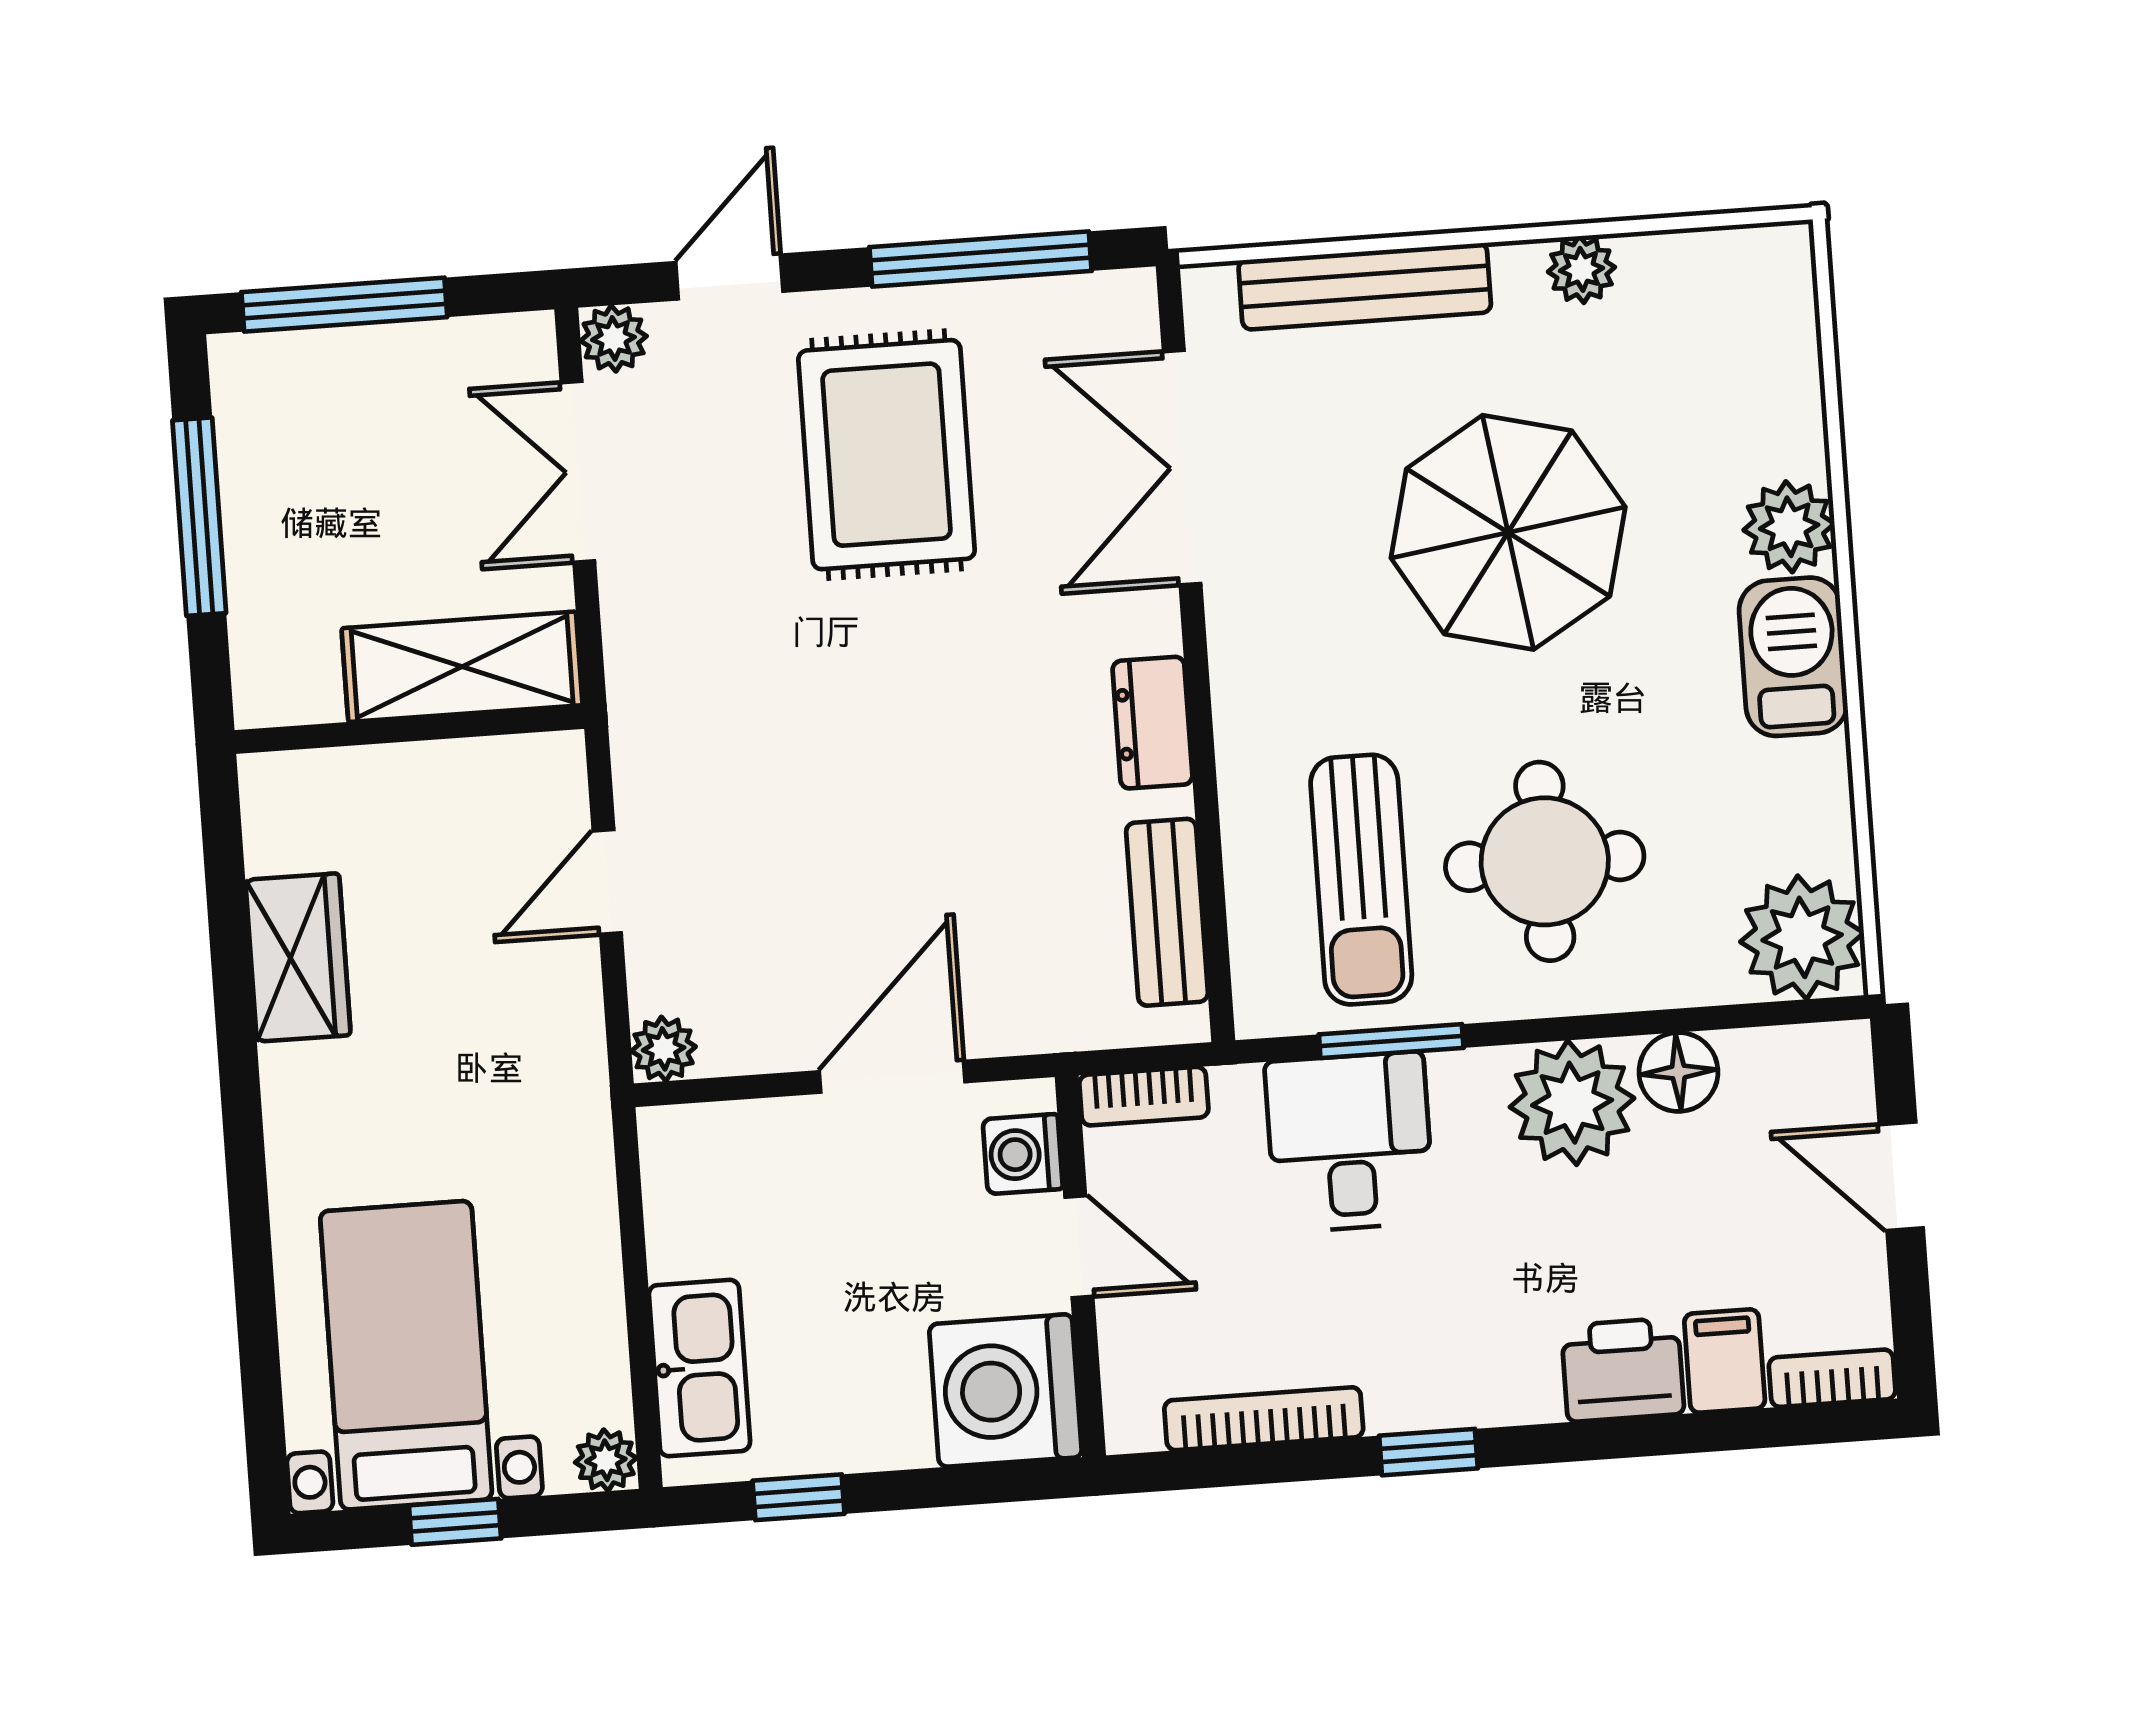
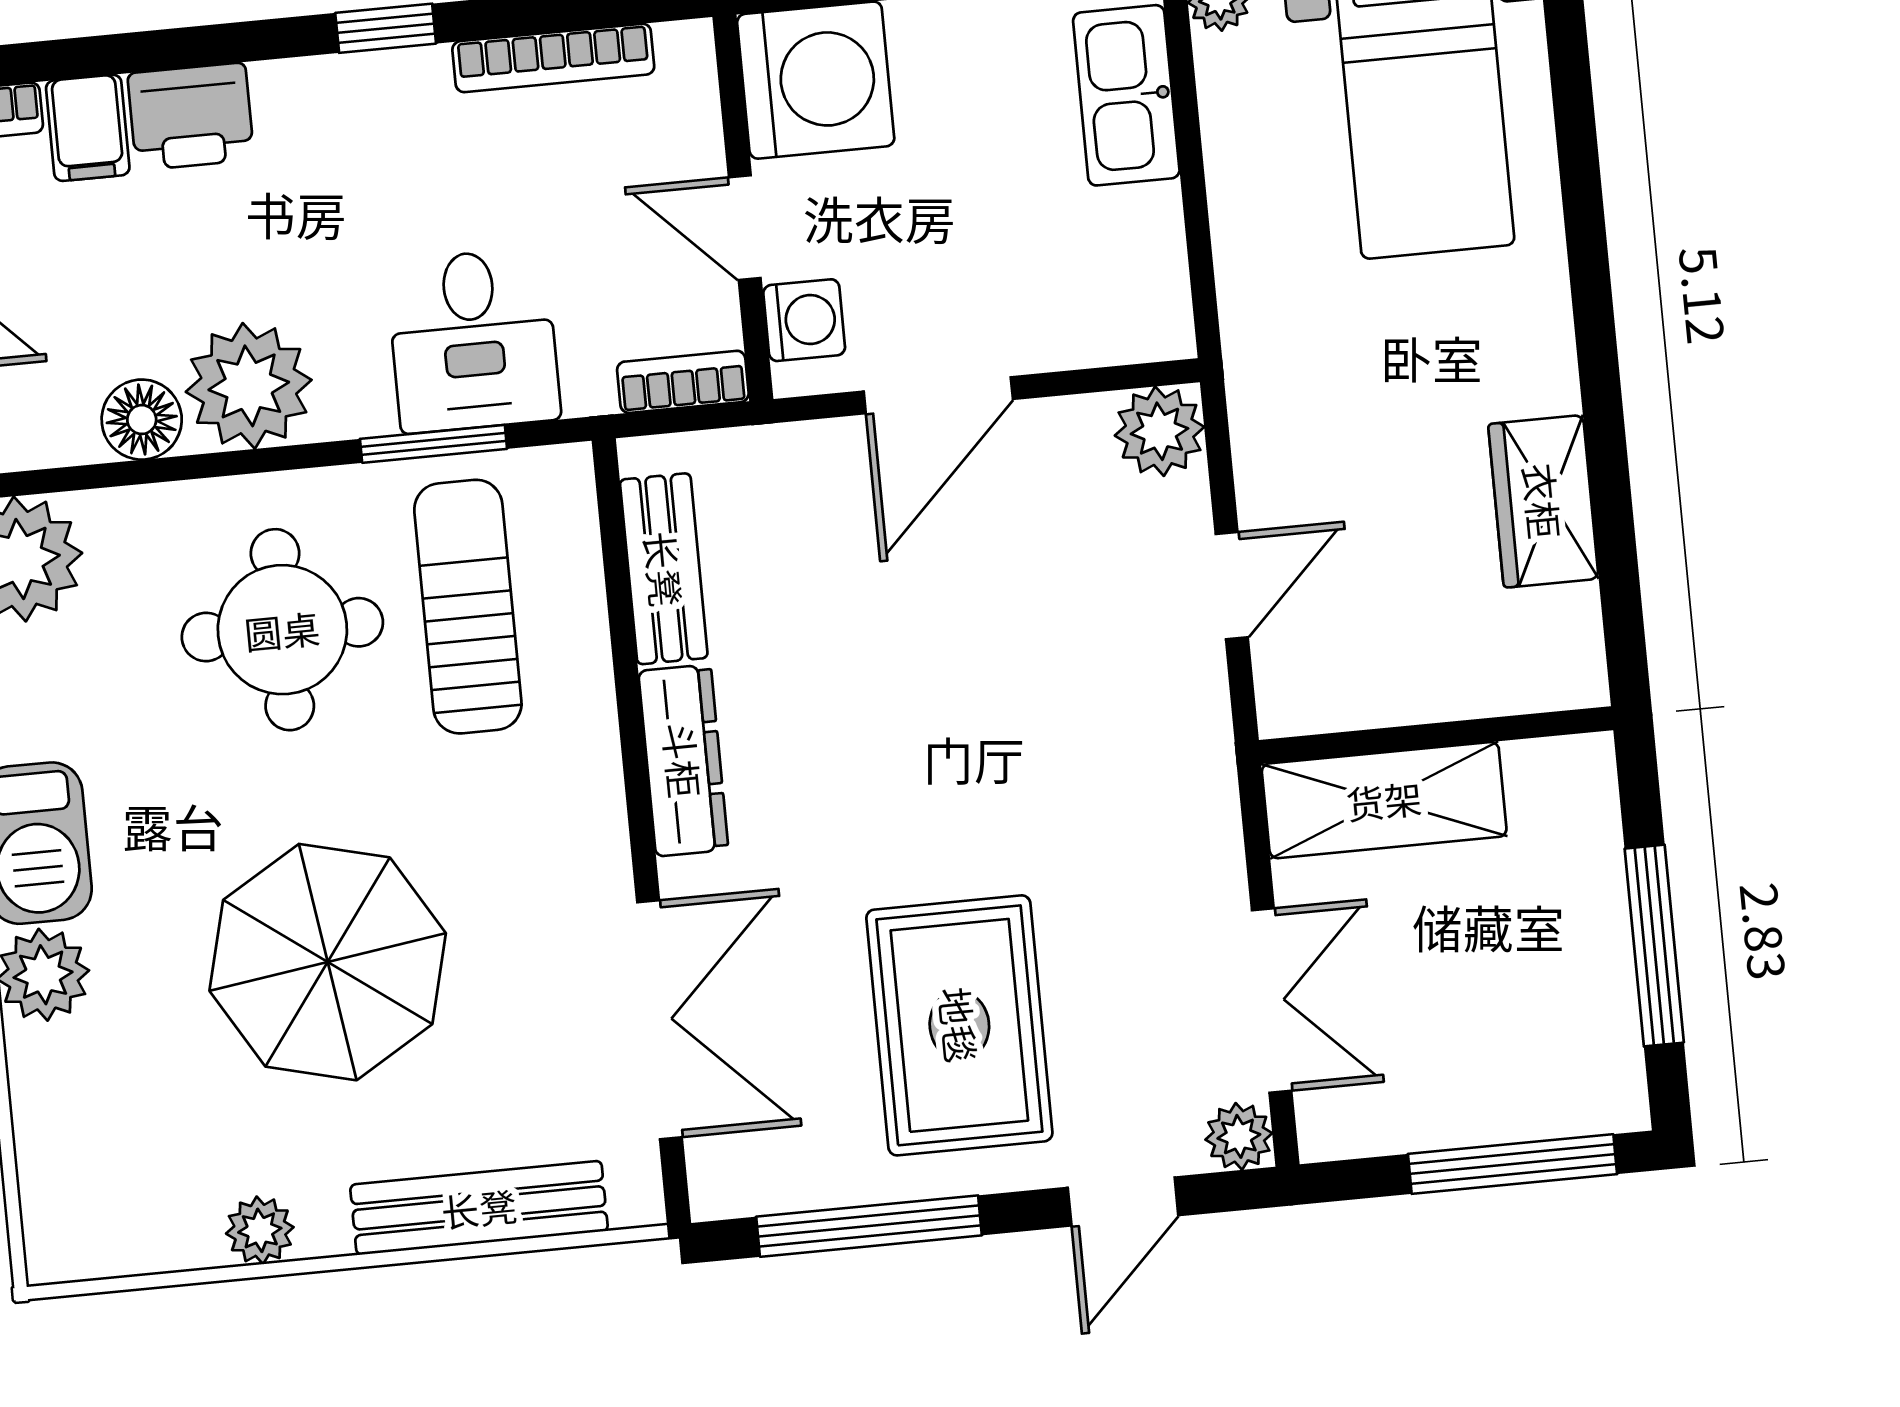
dresser: (1152, 723) -> (683, 760), width x1.44
plant: (664, 1049) -> (1160, 431), width x1.38, depth x1.38

